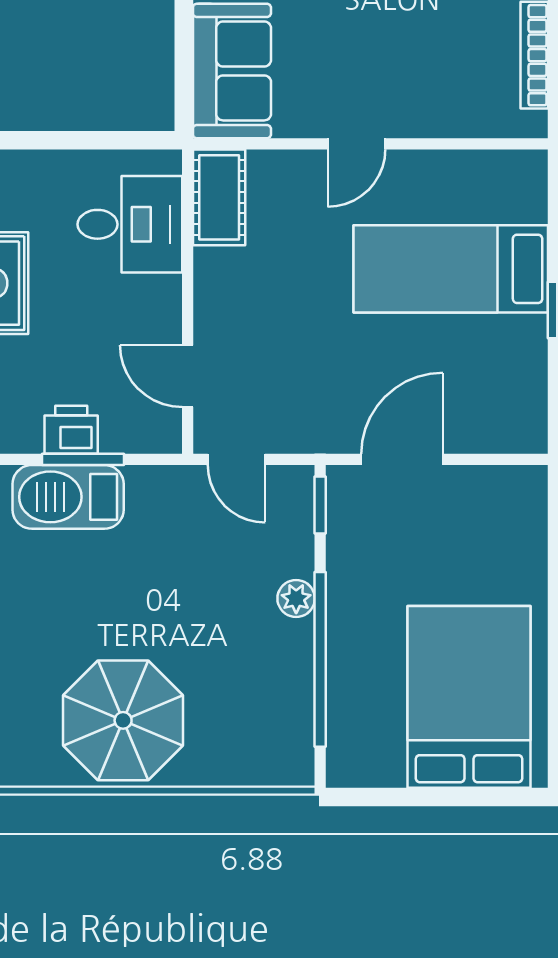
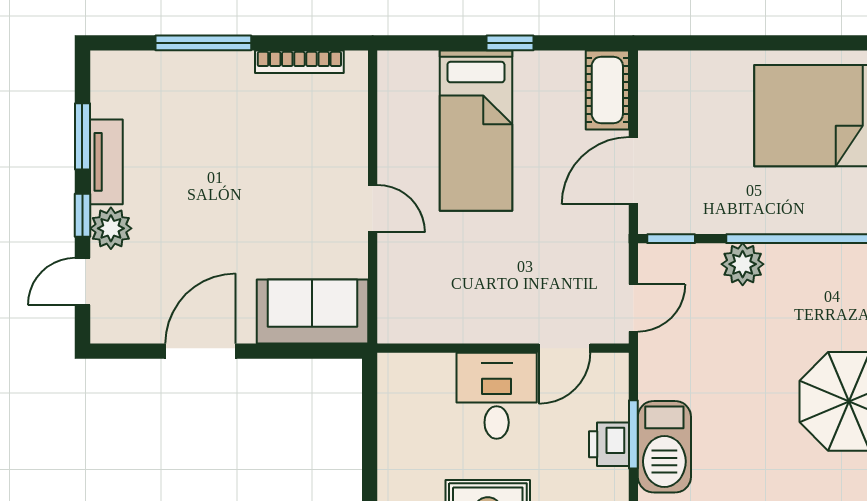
cot: (219, 197) -> (607, 90), moved, turned 90
desk: (130, 224) -> (497, 396), moved
door: (402, 459) -> (633, 171), hinge flipped
plant: (296, 599) -> (743, 264), width x1.38, depth x1.38

